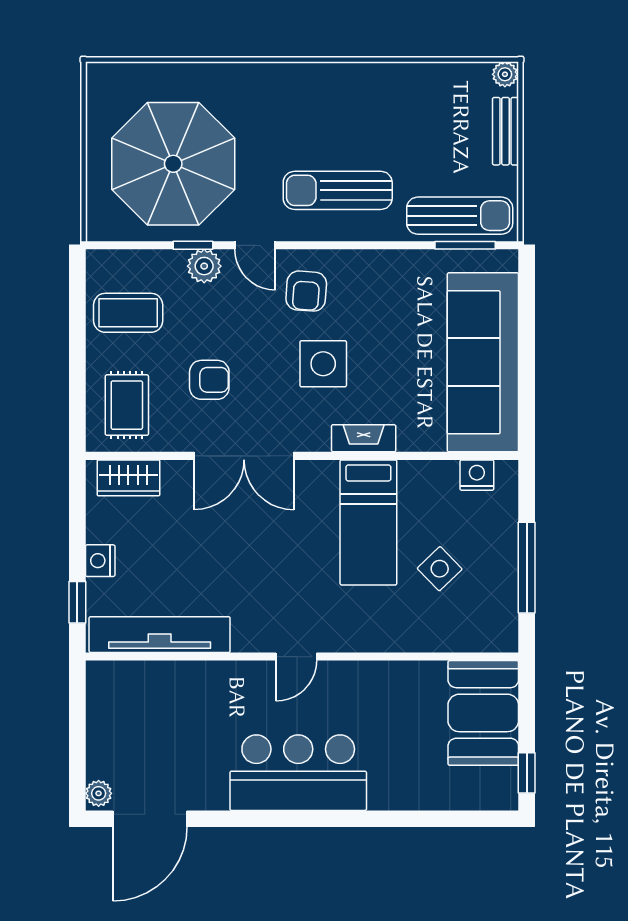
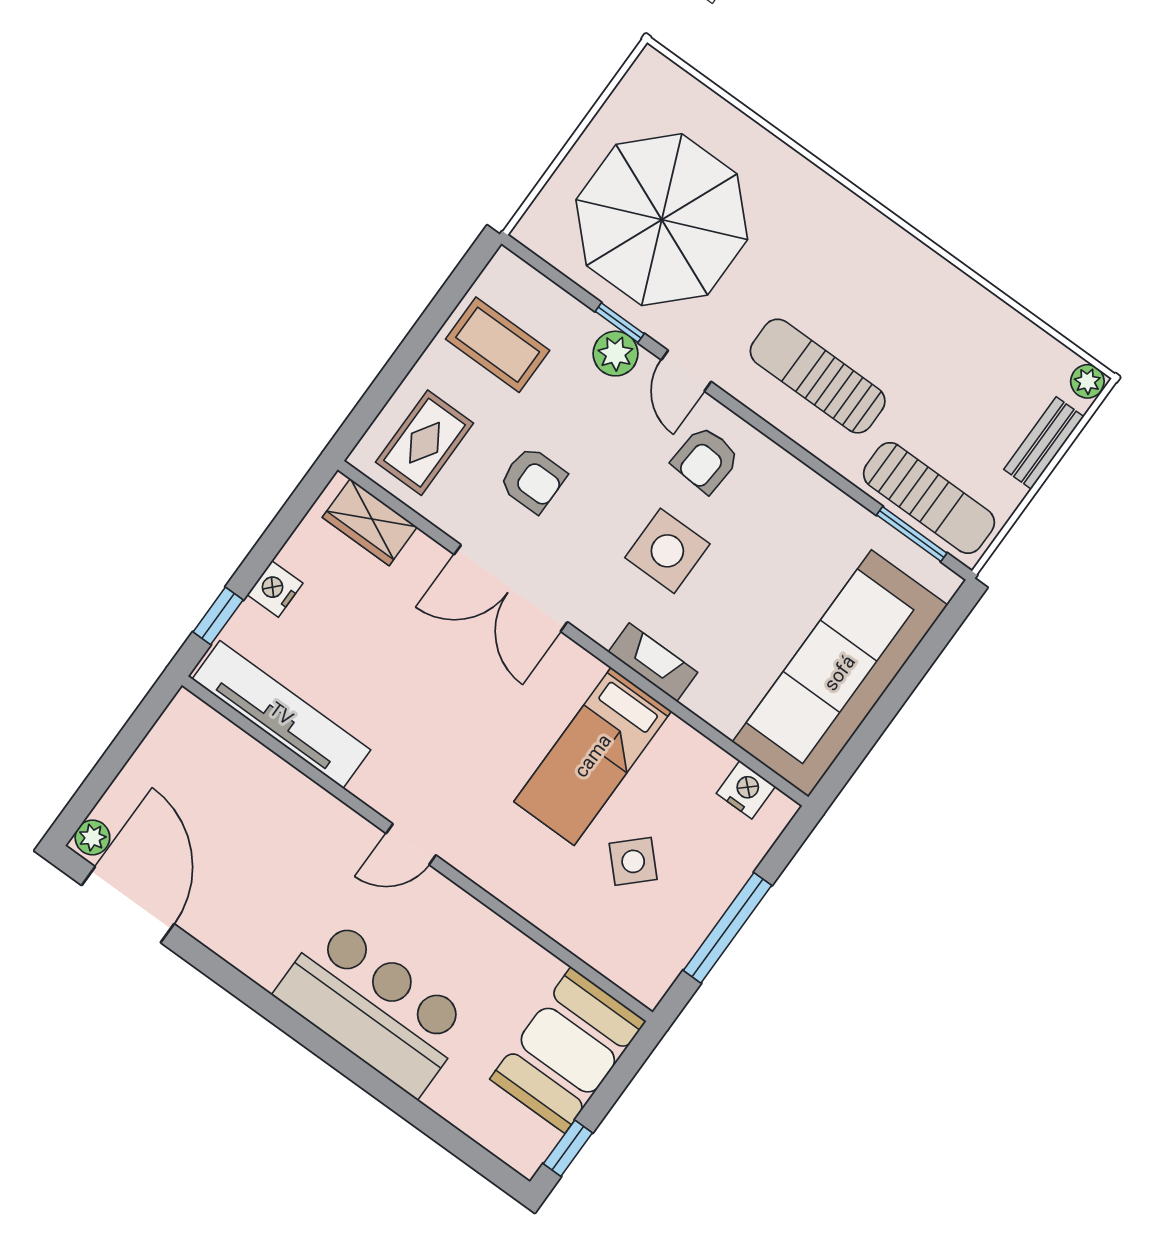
bar counter: (298, 773) -> (374, 1007), moved
door: (150, 819) -> (128, 905), swing flipped

